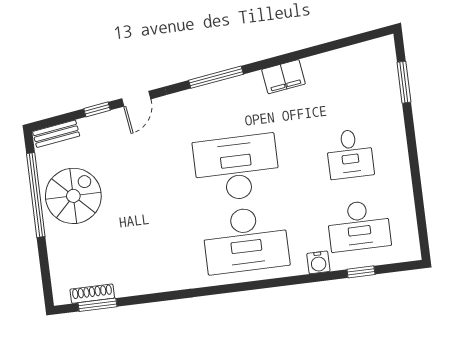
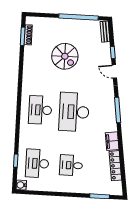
locker: (334, 61) -> (115, 166), added
desk: (237, 168) -> (74, 112), turned 180
spiral stairs: (73, 196) -> (65, 56), moved
desk: (246, 240) -> (40, 110), width x0.73, depth x0.77
water cooler: (318, 262) -> (21, 185), moved

